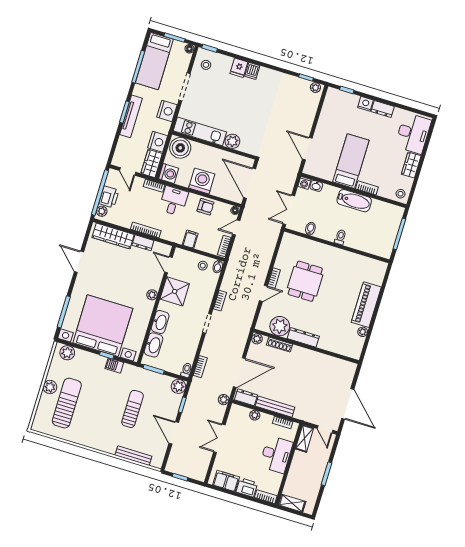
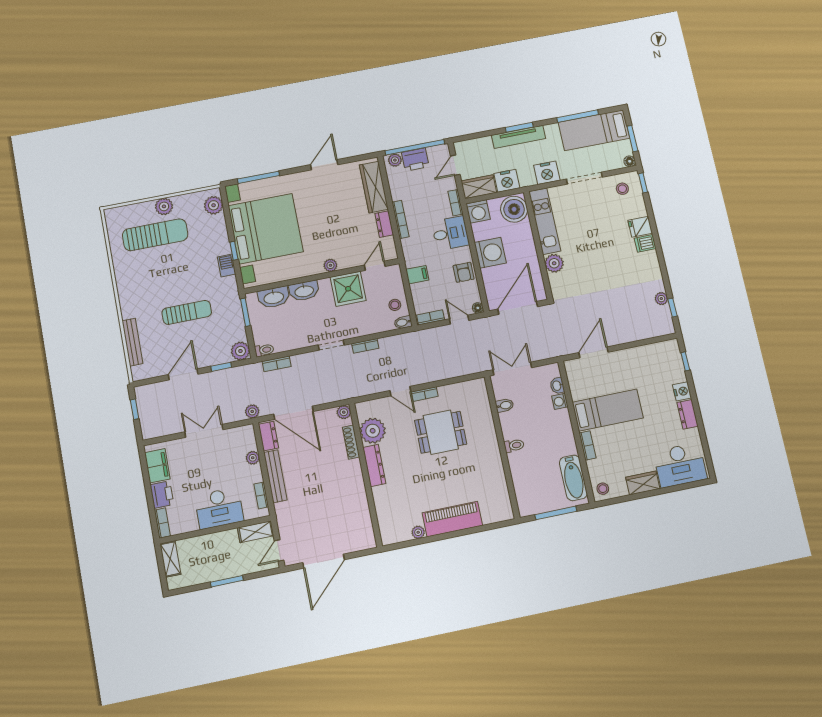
plant: (315, 88) -> (661, 299), moved
washing machine: (304, 183) -> (560, 401), moved
bathtub: (354, 201) -> (573, 478), moved

